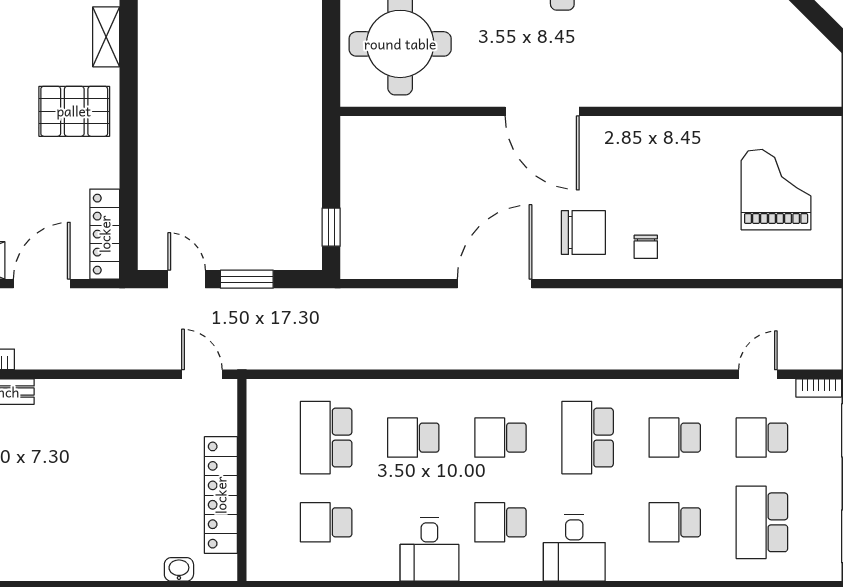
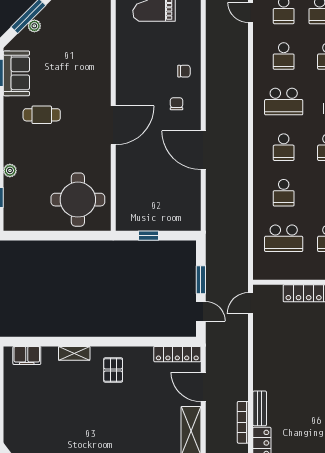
pallet: (74, 111) -> (113, 370), width x0.67, depth x0.71
window: (331, 227) -> (149, 236), moved
chair: (583, 233) -> (176, 104), width x0.54, depth x0.54
door: (187, 279) -> (201, 311), swing flipped

